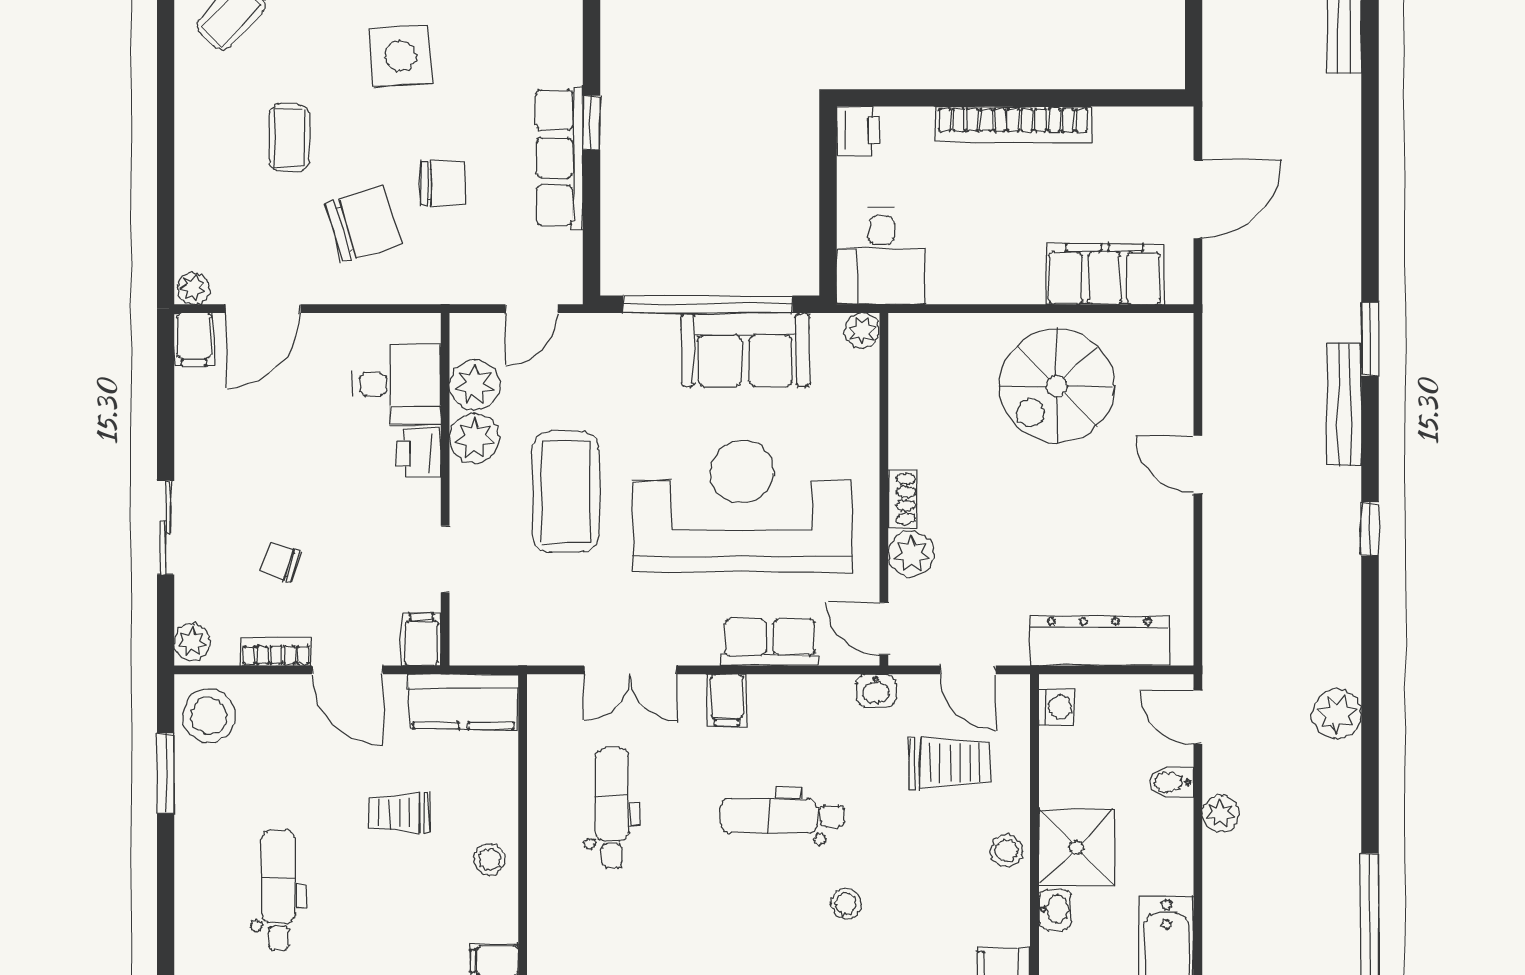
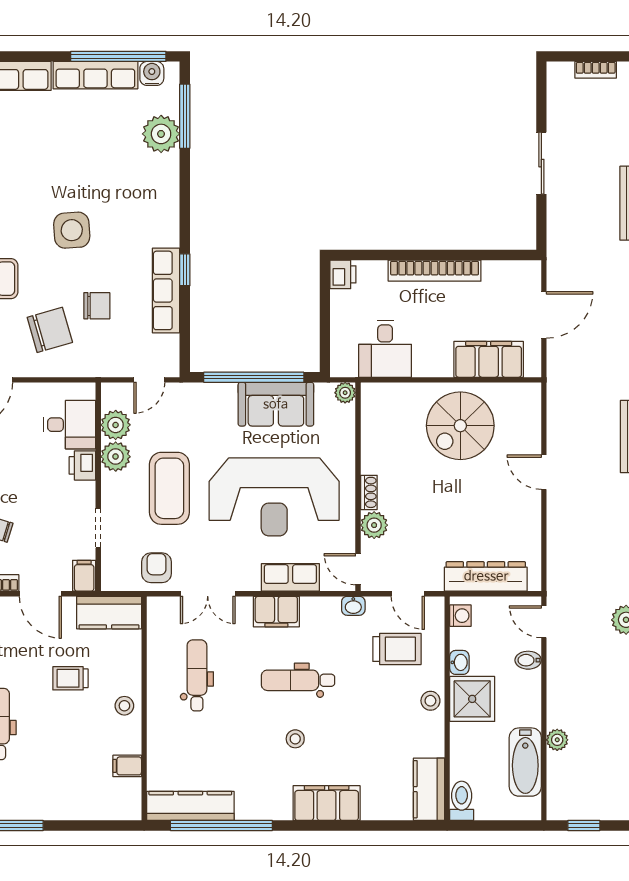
desk: (881, 256) -> (385, 349), moved
reception desk: (742, 506) -> (274, 497), turned 180
armchair: (544, 626) -> (157, 568), added
filing cabinet: (727, 700) -> (276, 612), width x2.00
plant: (1220, 814) -> (557, 740), moved
stool: (846, 904) -> (295, 739), moved
washbasin: (1055, 909) -> (459, 662), moved

